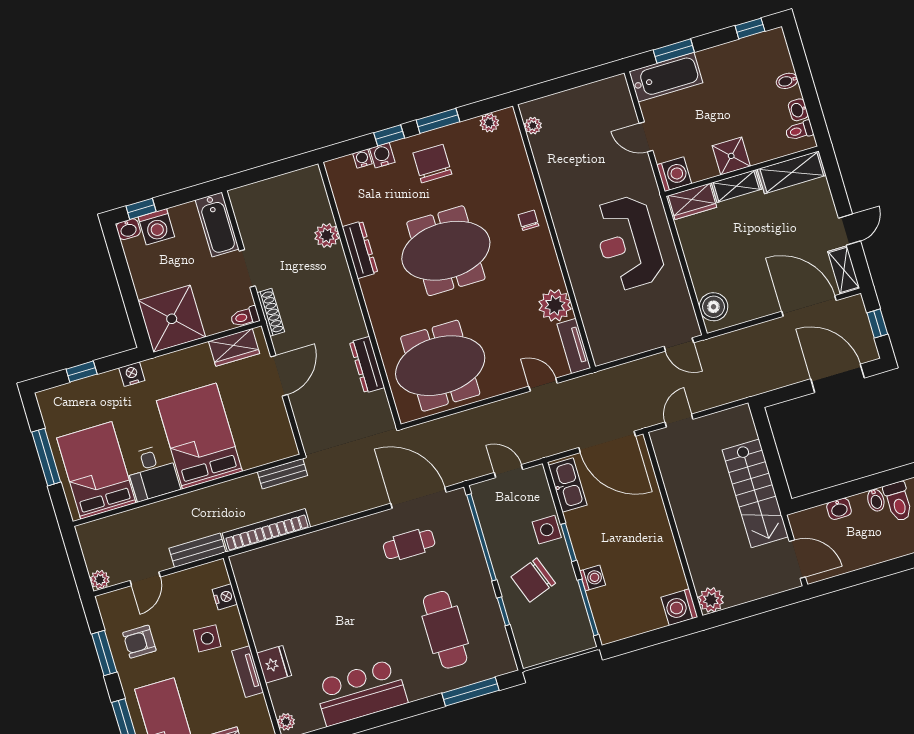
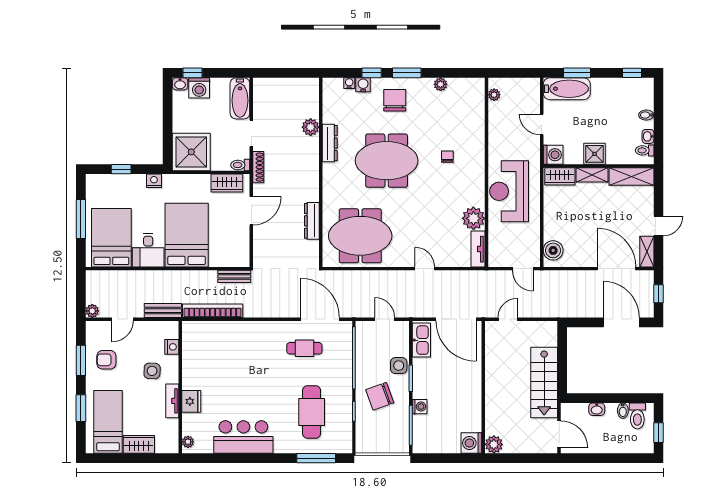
plant: (533, 126) -> (494, 95), moved
wall: (554, 236) -> (486, 172), moved
plant: (555, 305) -> (473, 218), moved
tv unit: (574, 346) -> (478, 249), moved

